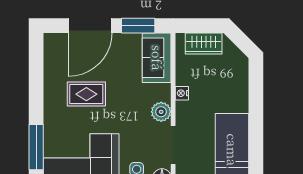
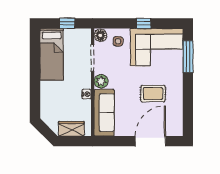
window: (138, 26) -> (117, 141), removed
sofa: (157, 58) -> (104, 113), width x1.36

